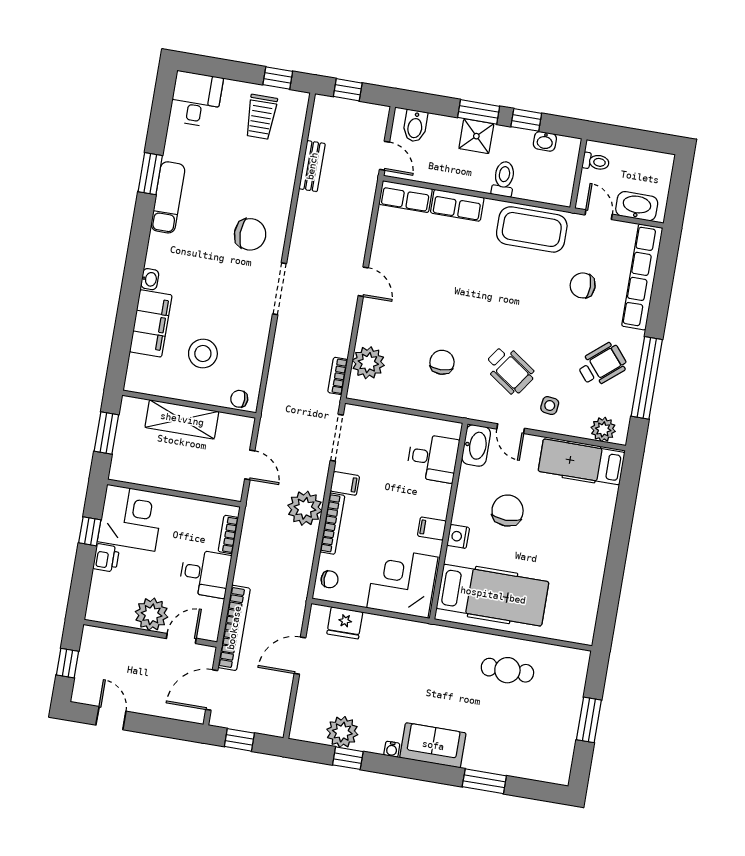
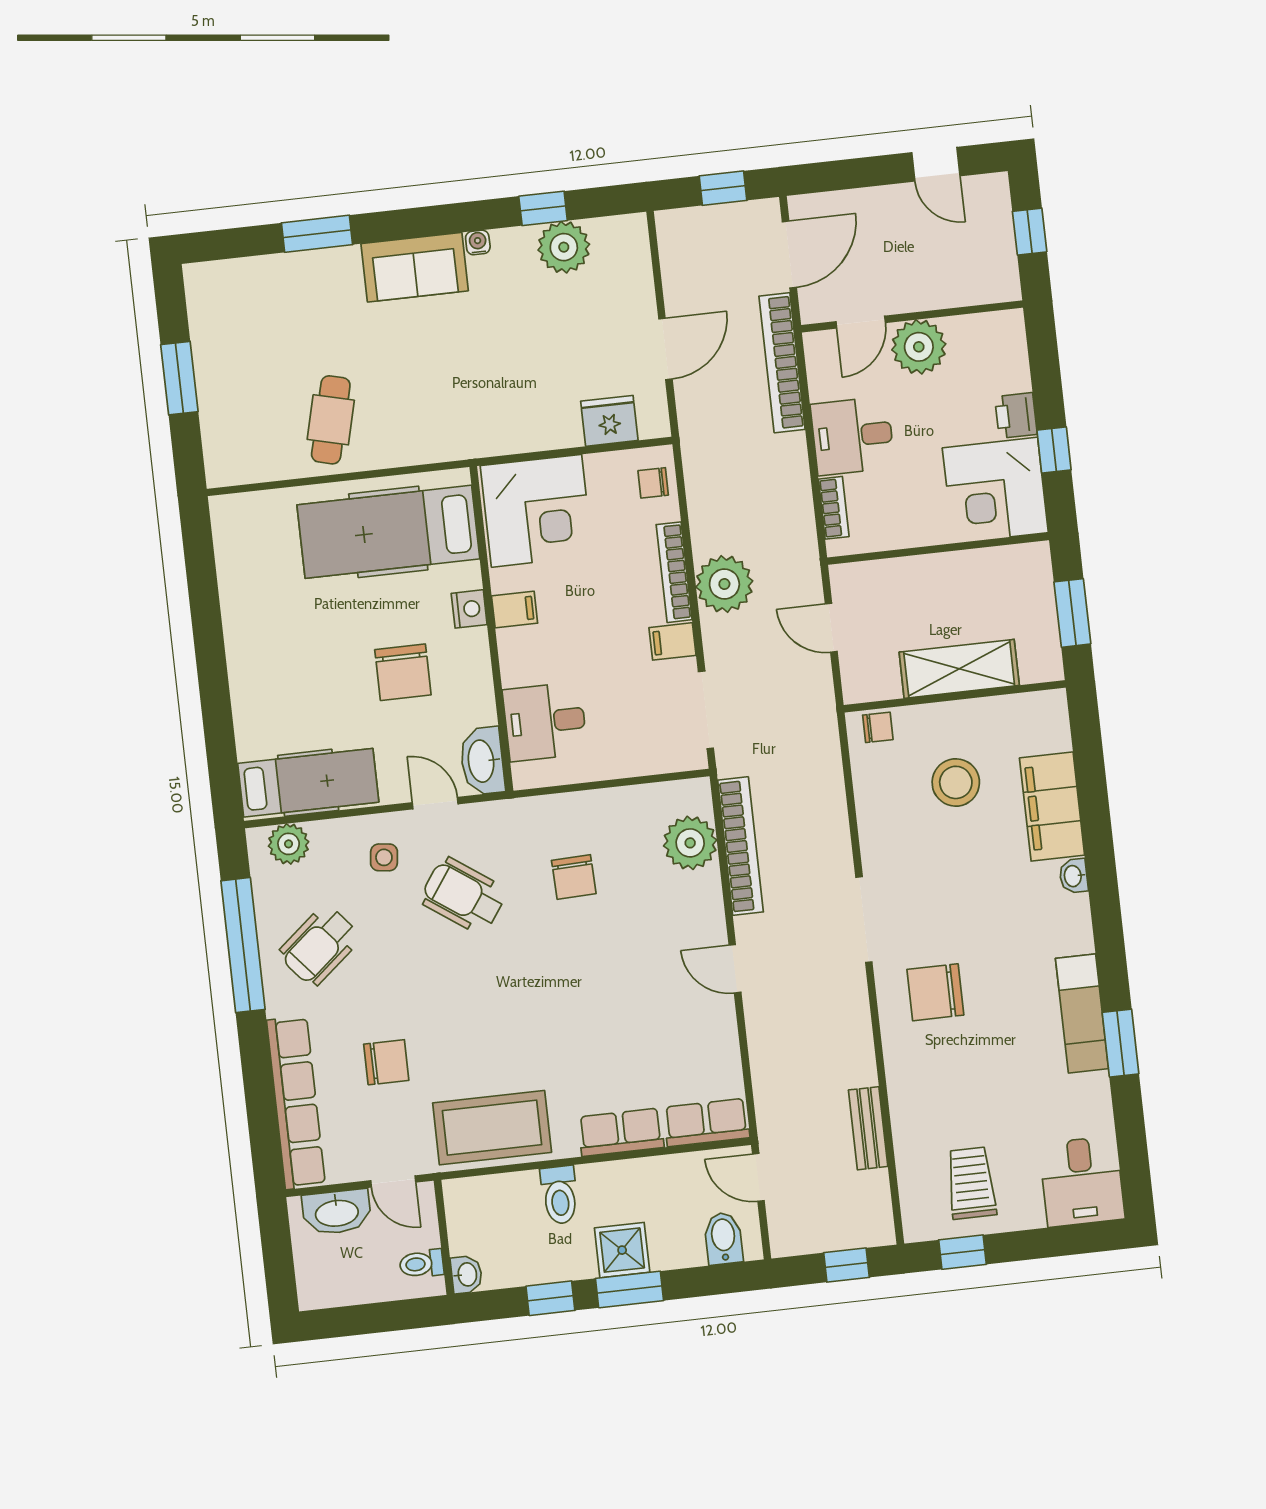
washbasin: (545, 141) -> (467, 1275), moved, turned 90
bookcase: (338, 376) -> (741, 846), width x2.31, depth x1.31
cafe table: (507, 670) -> (331, 420), turned -76

